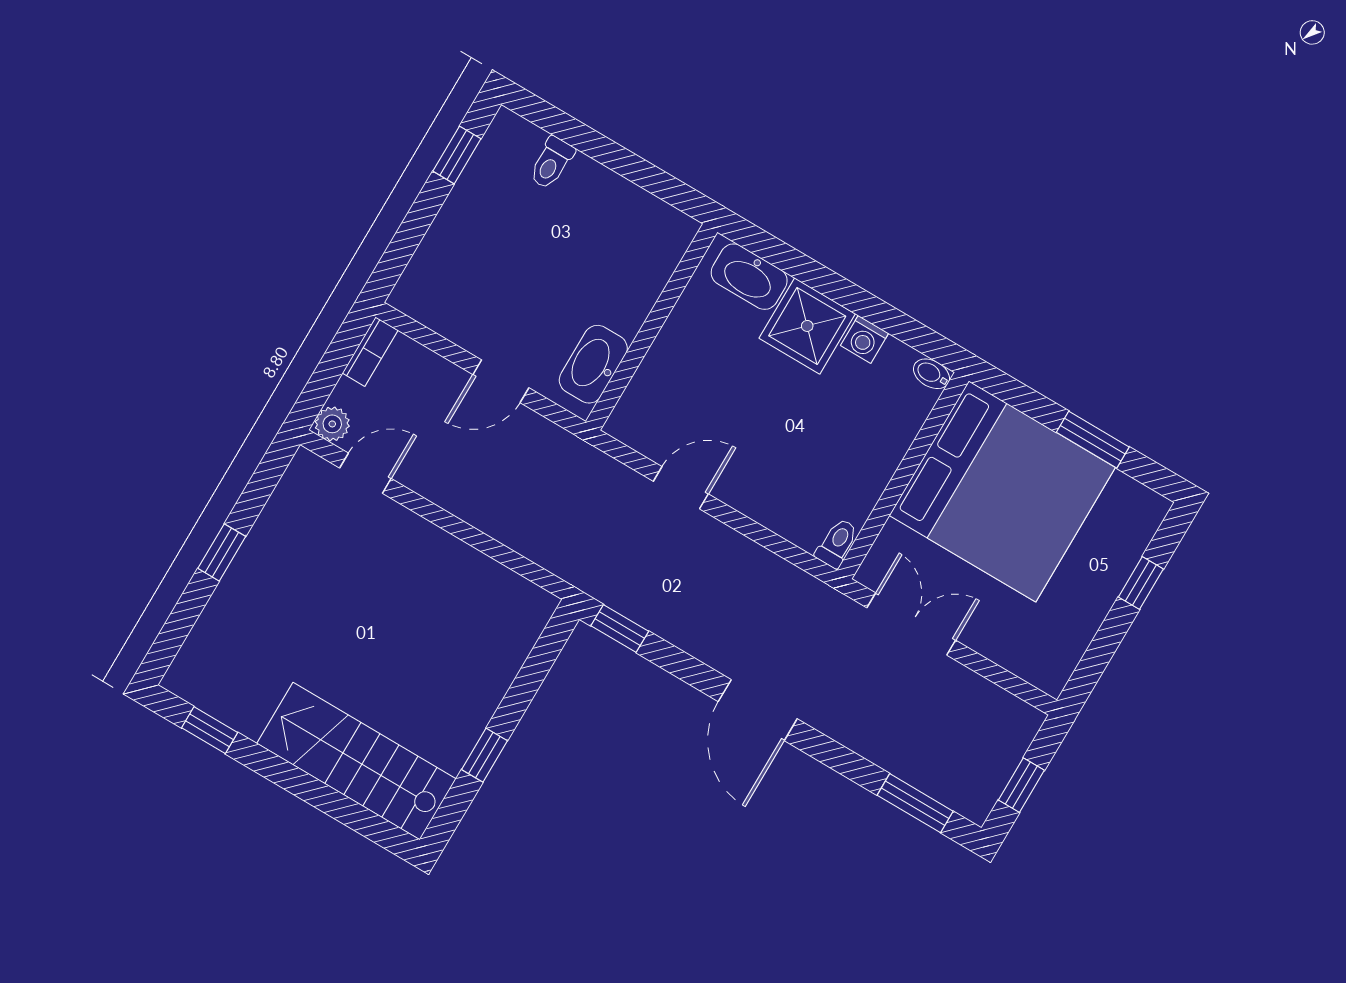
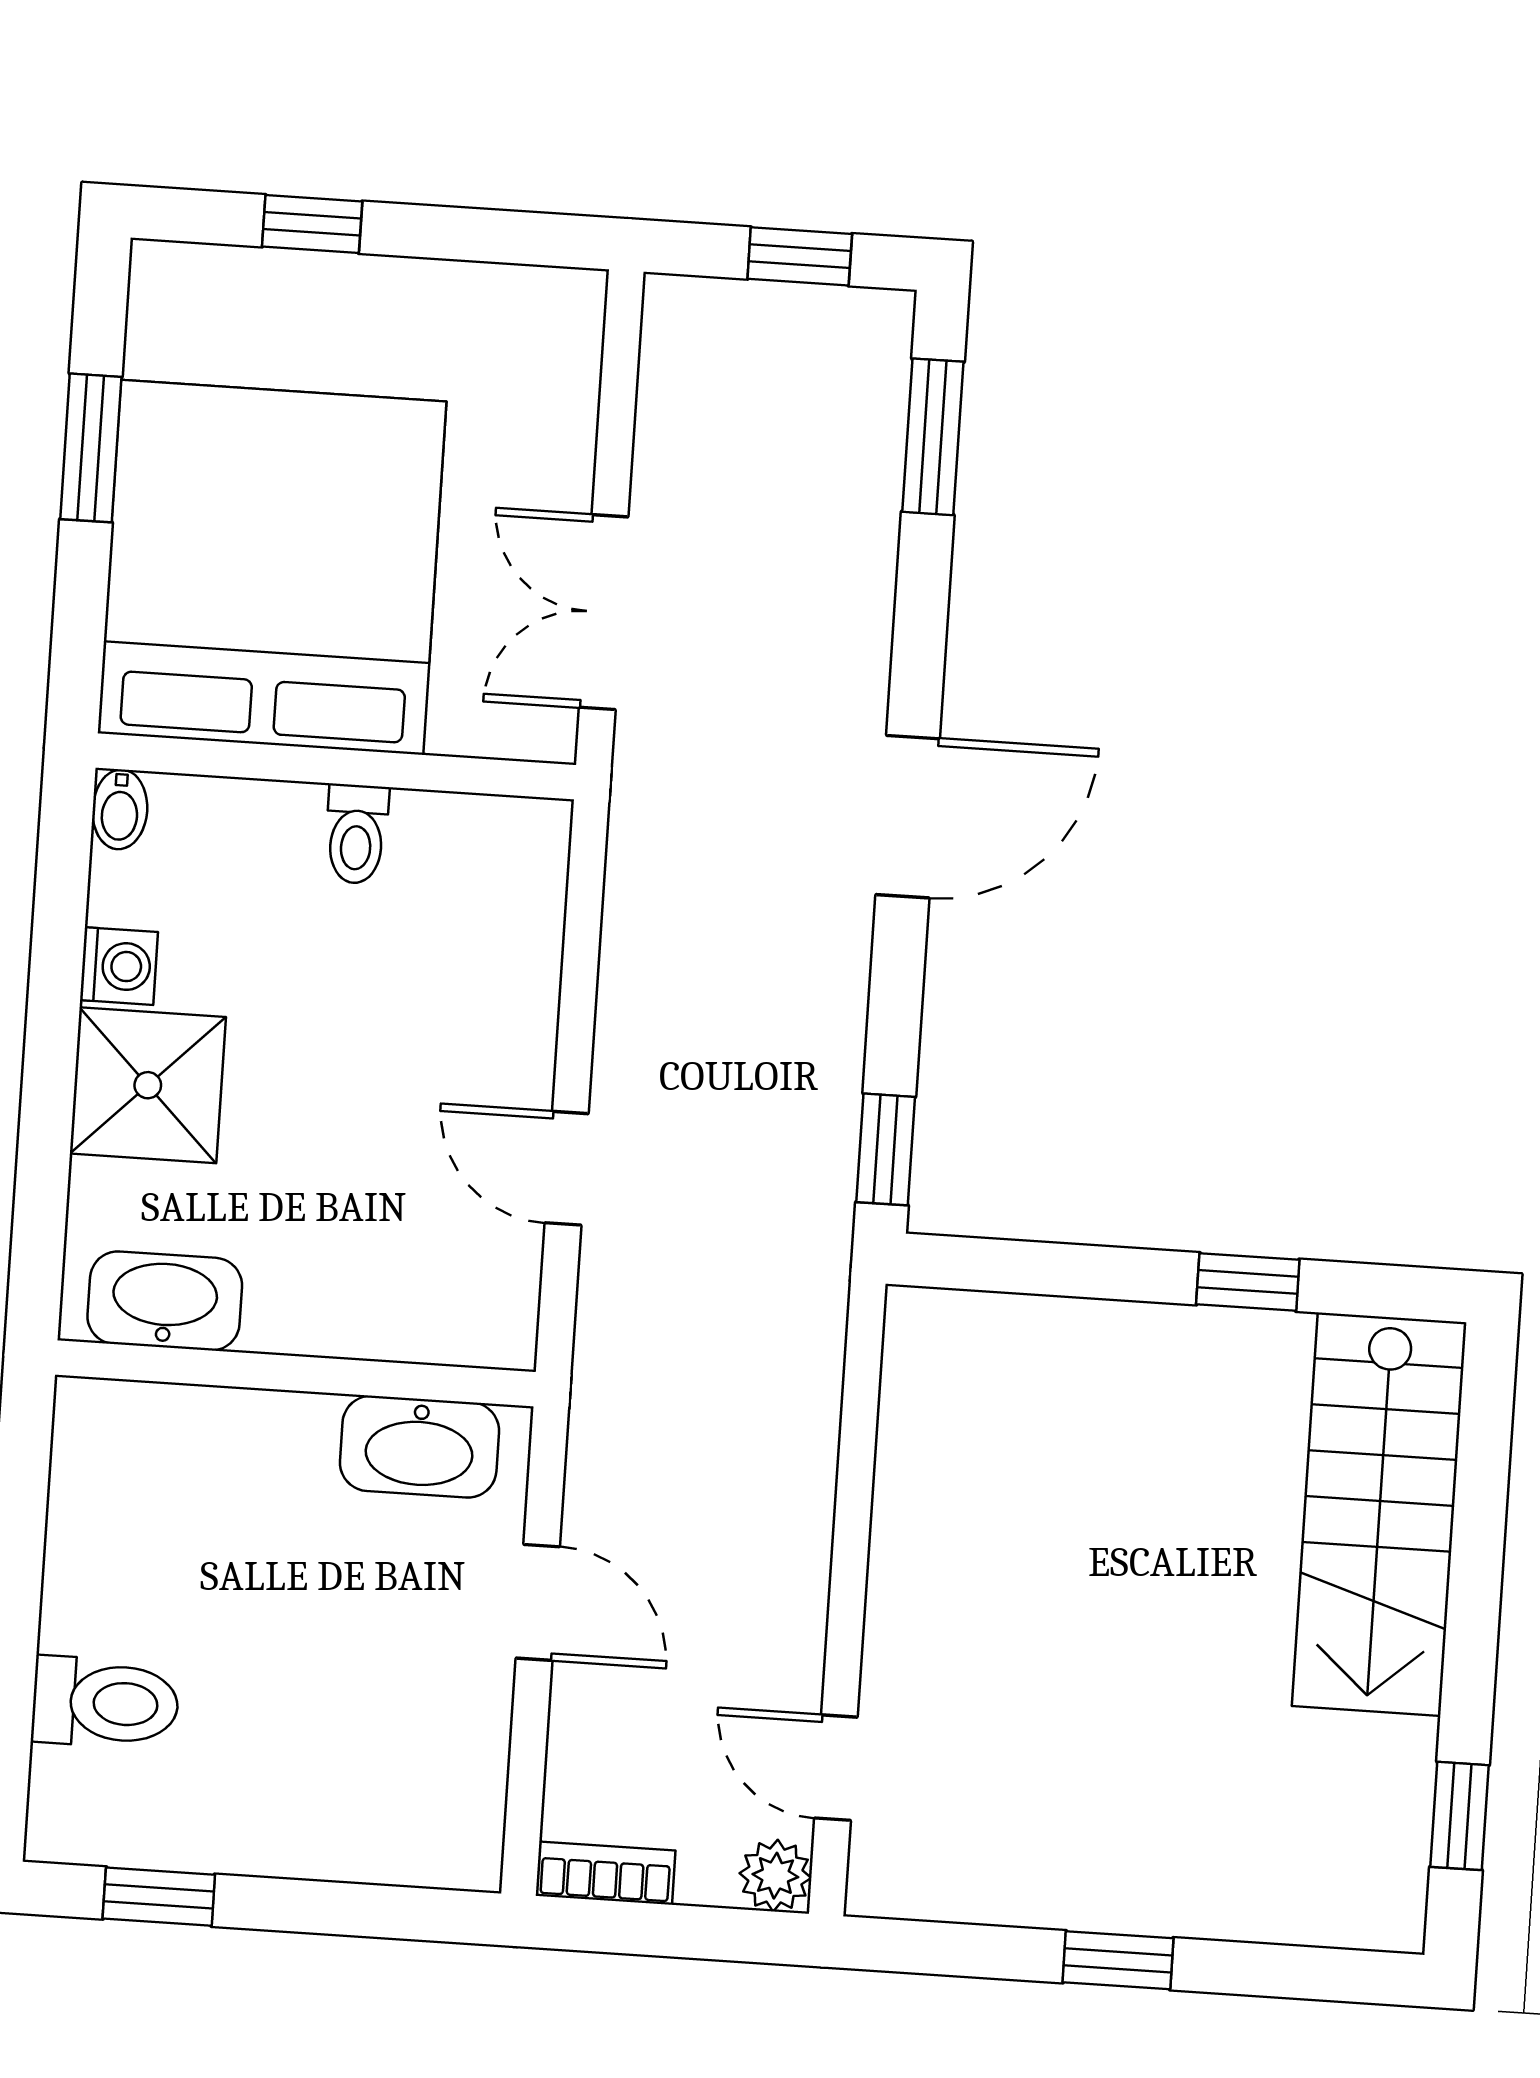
toilet: (552, 163) -> (105, 1703), width x1.37, depth x1.39
washbasin: (749, 277) -> (165, 1301), moved, turned -90
toilet: (837, 543) -> (356, 834), moved, turned -90

